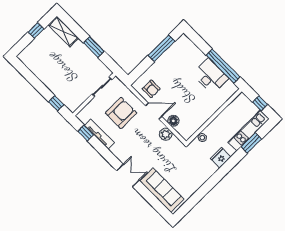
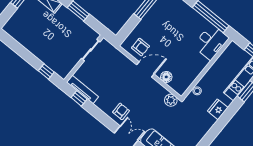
desk: (210, 76) -> (211, 42), moved, turned 90
armchair: (121, 113) -> (121, 111), moved, width x0.53, depth x0.53
tv unit: (99, 134) -> (83, 90), moved
plant: (166, 134) -> (171, 100), moved

